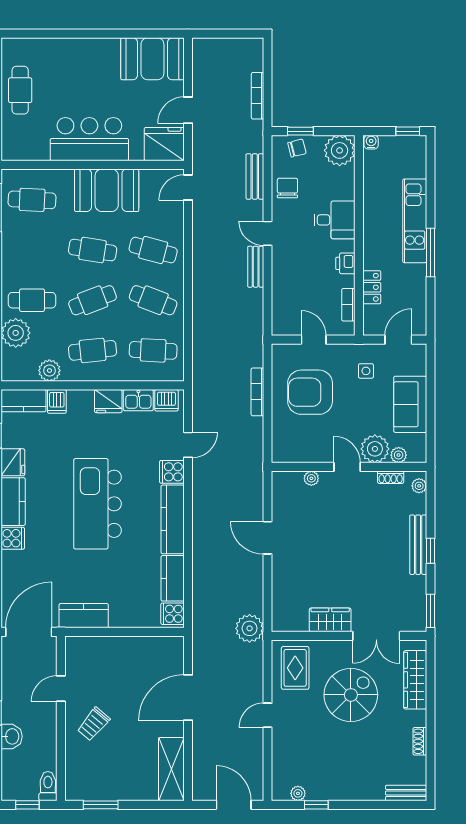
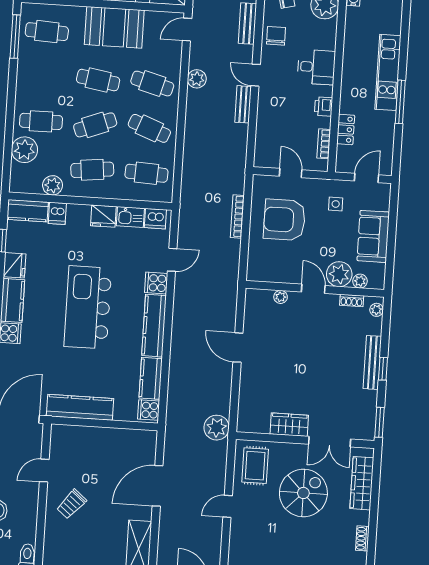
plant: (202, 242) -> (197, 79), added
kitchen counter: (84, 616) -> (80, 407), width x1.50

